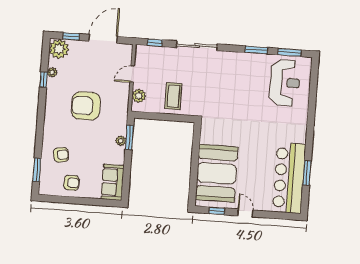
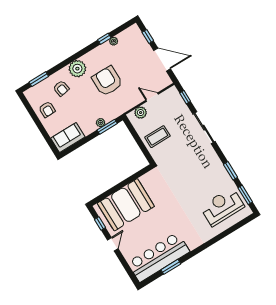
plant: (59, 49) -> (77, 69), moved
reception desk: (285, 83) -> (222, 207), turned 180

